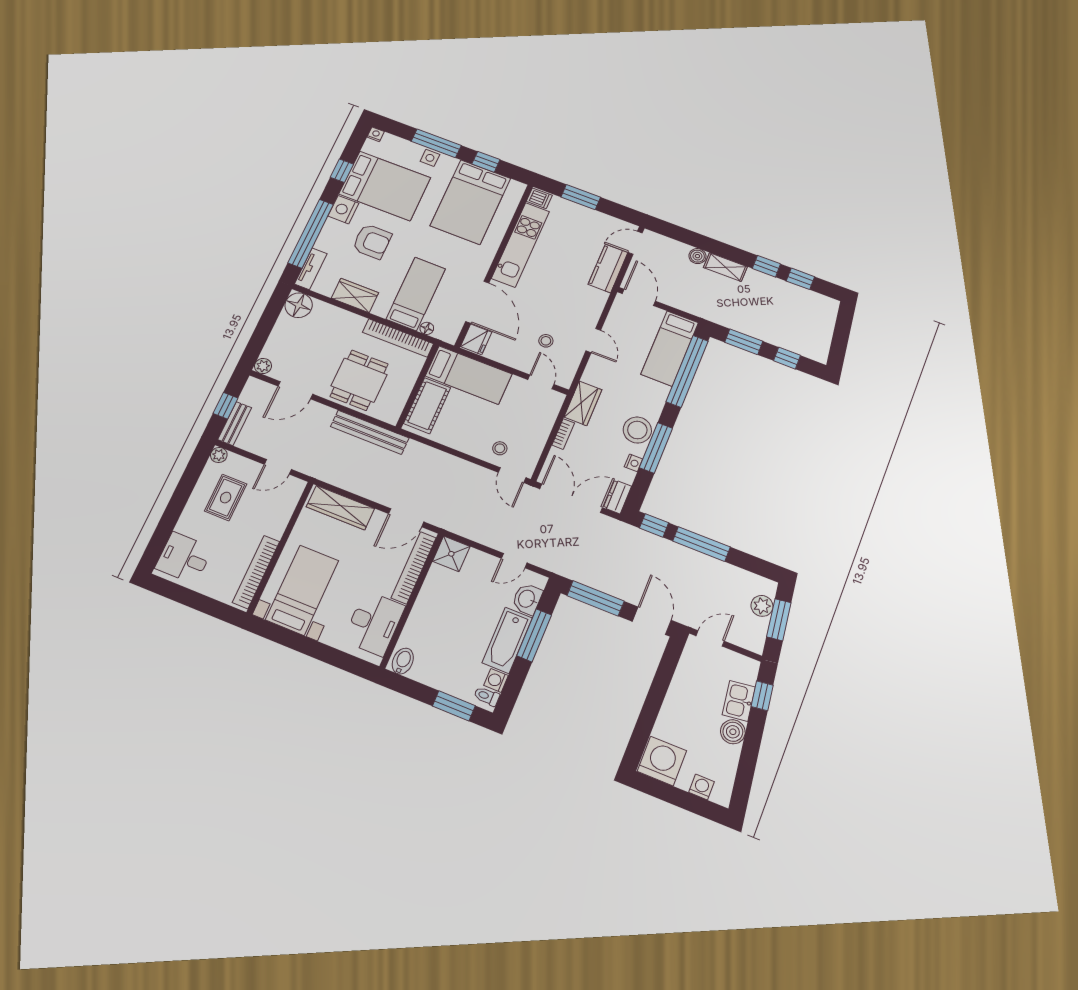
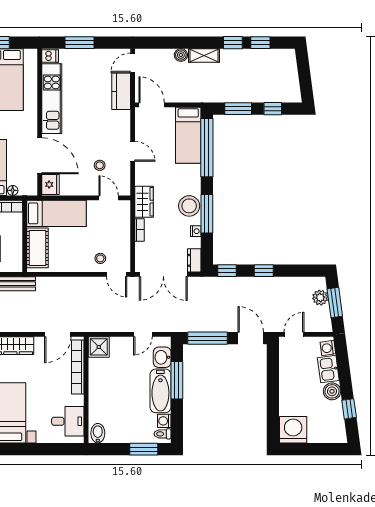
double door: (571, 498) -> (163, 274), swing flipped
window: (701, 544) -> (264, 271), width x0.46
desk: (374, 623) -> (68, 421), width x0.73
window: (762, 696) -> (349, 409), moved
washing machine: (701, 787) -> (328, 348), moved, turned -98

